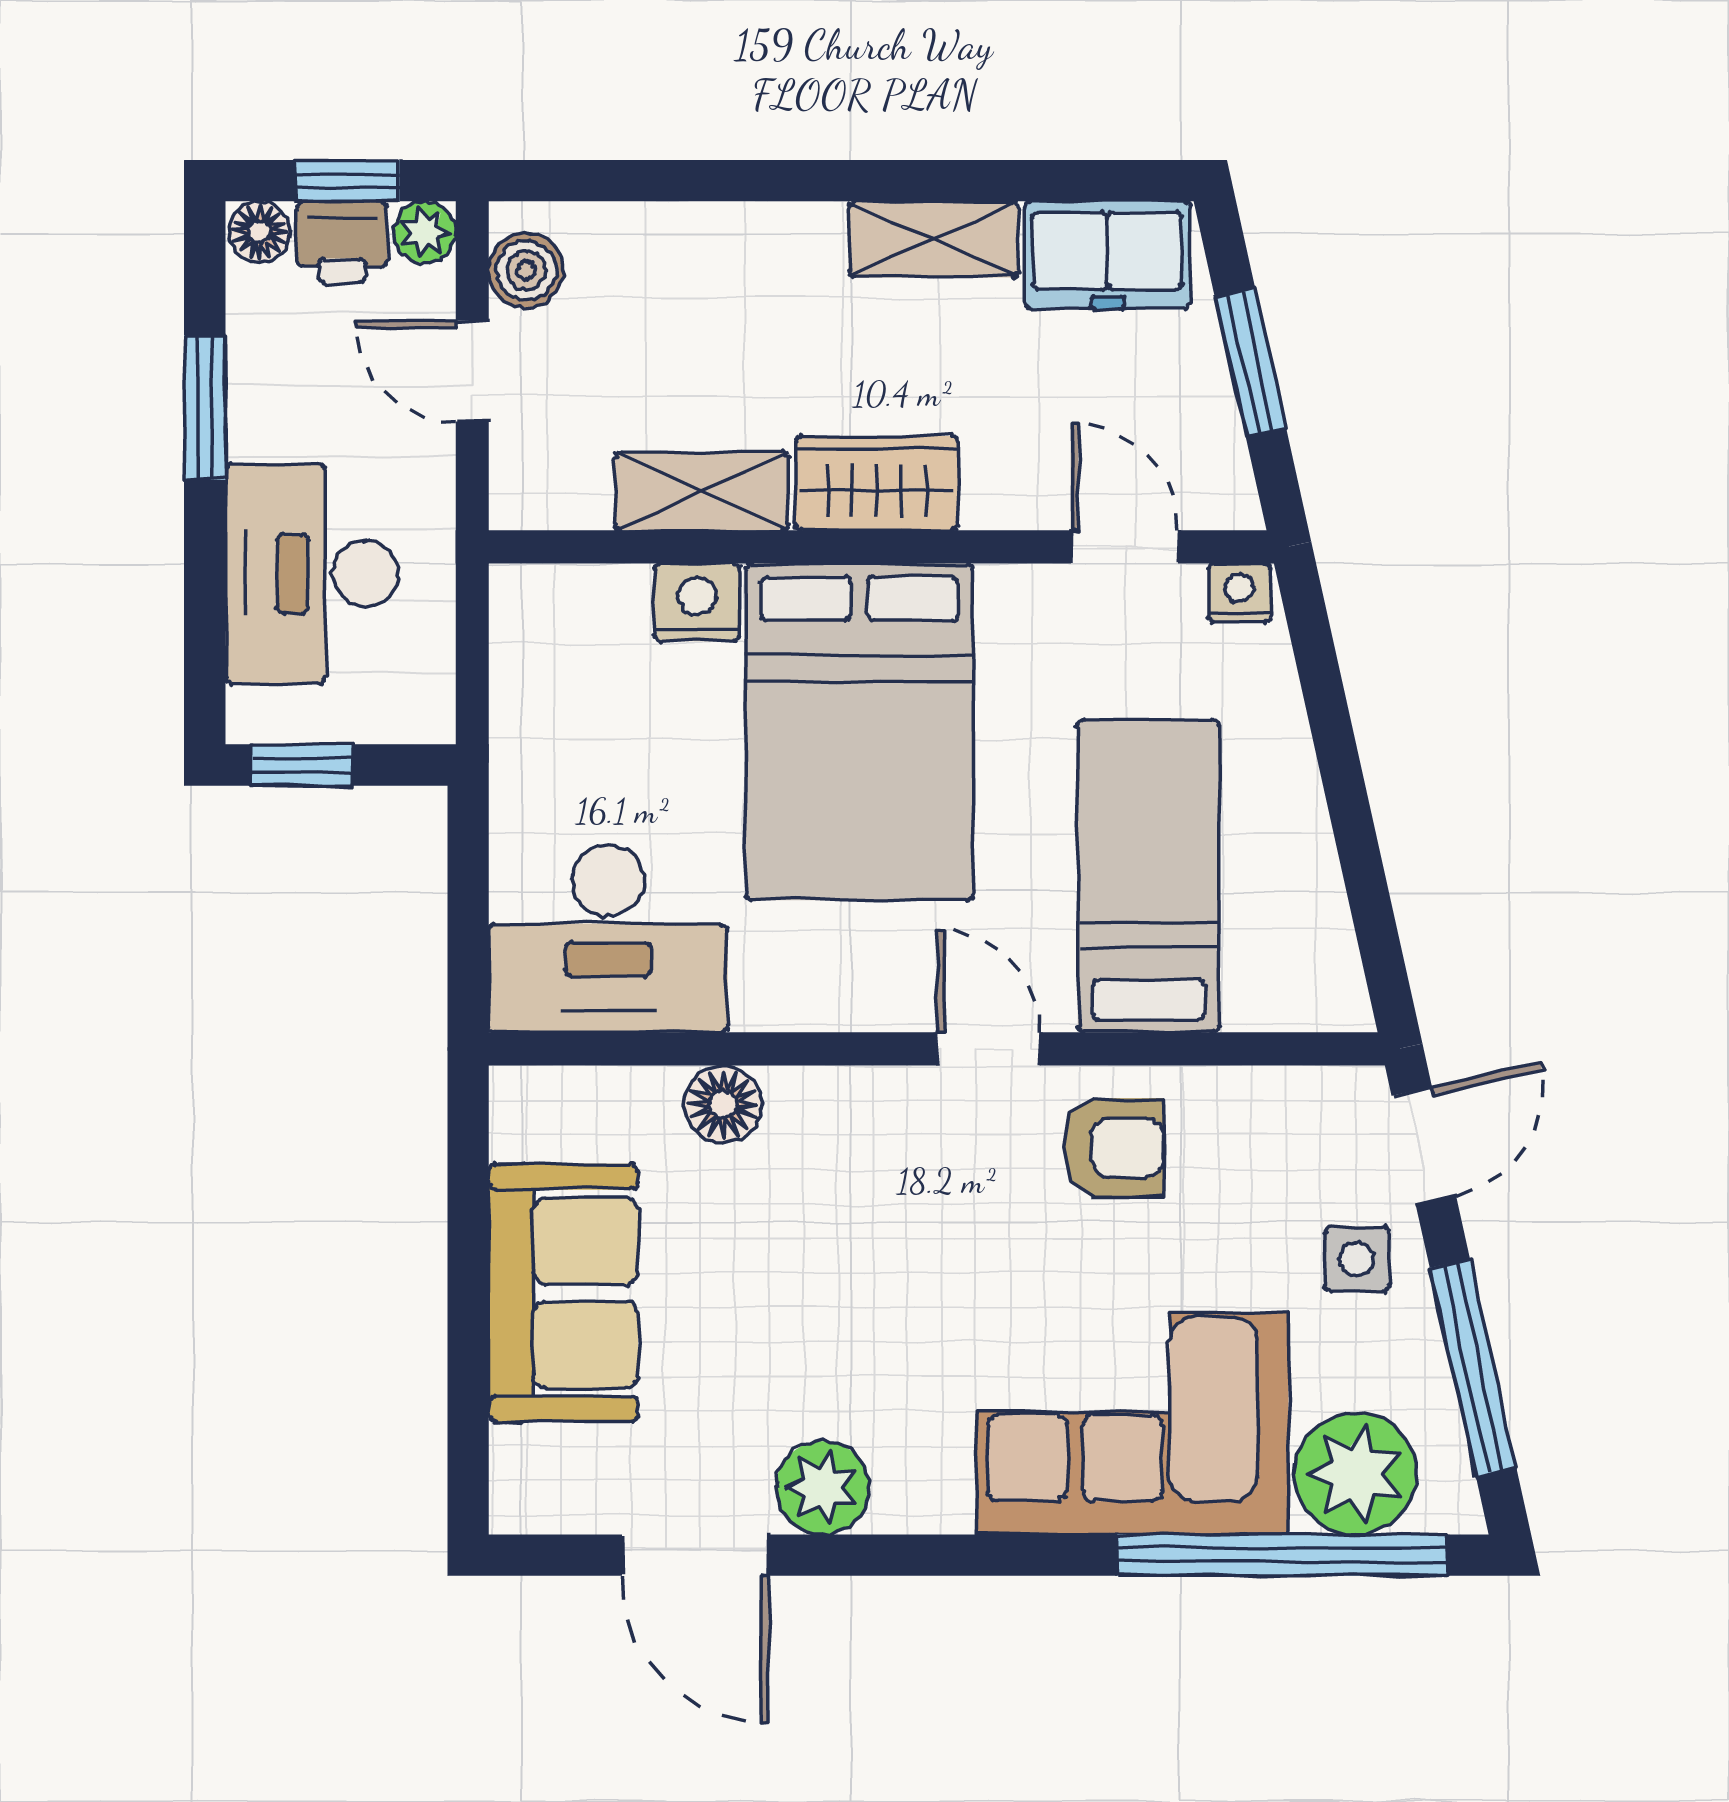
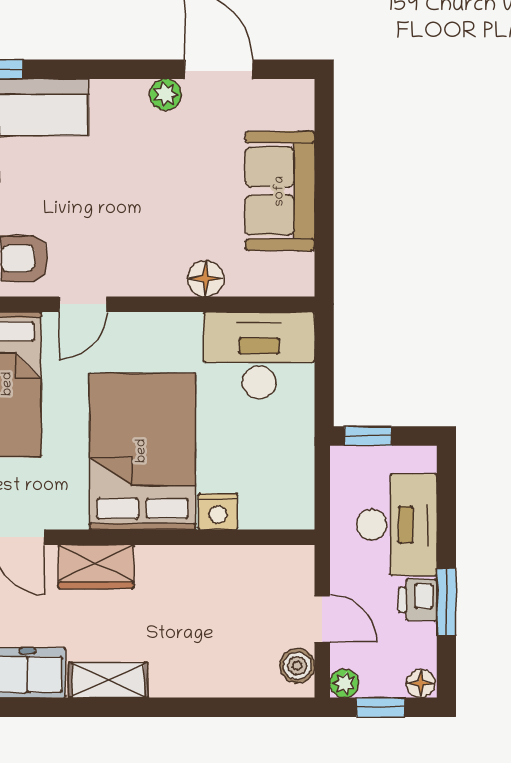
printer: (342, 242) -> (418, 600), moved, turned -90
wardrobe: (877, 483) -> (96, 567), moved
shelving: (702, 491) -> (216, 563), removed
window: (302, 765) -> (368, 436), moved
door: (988, 1049) -> (83, 304), hinge flipped
plant: (823, 1488) -> (166, 95), width x0.73, depth x0.73

